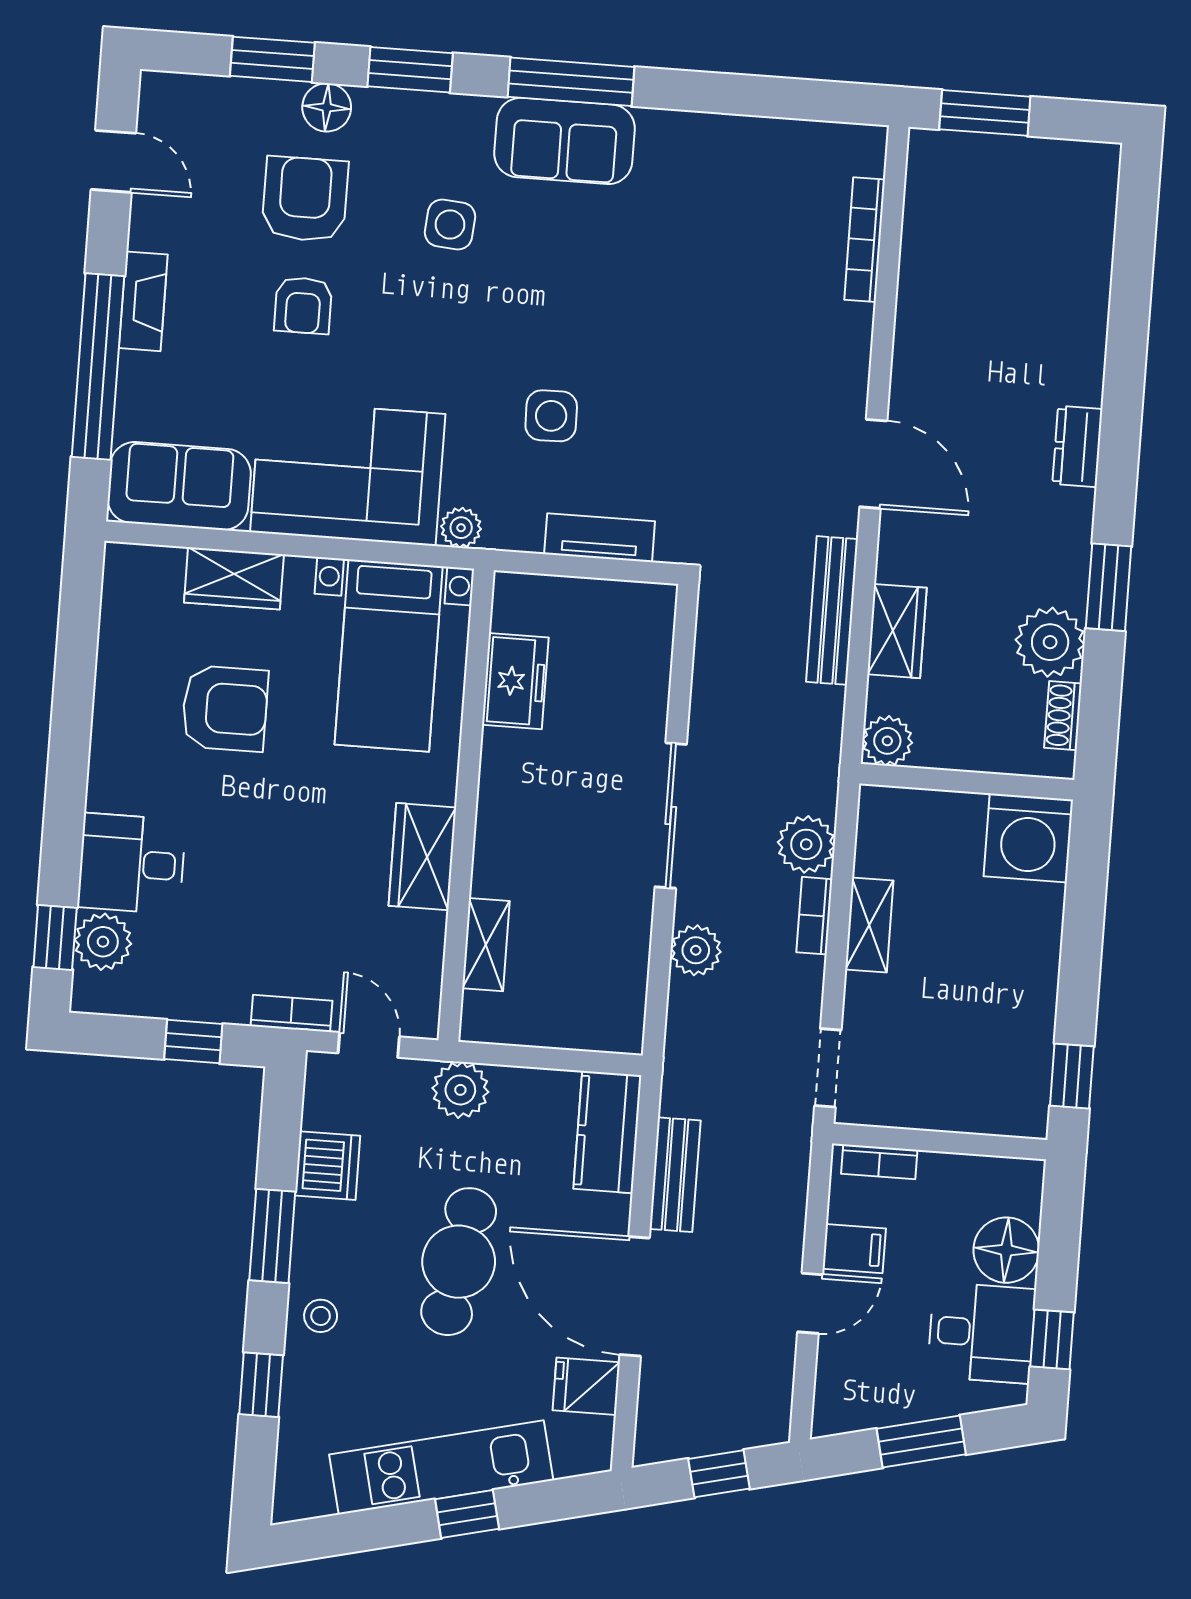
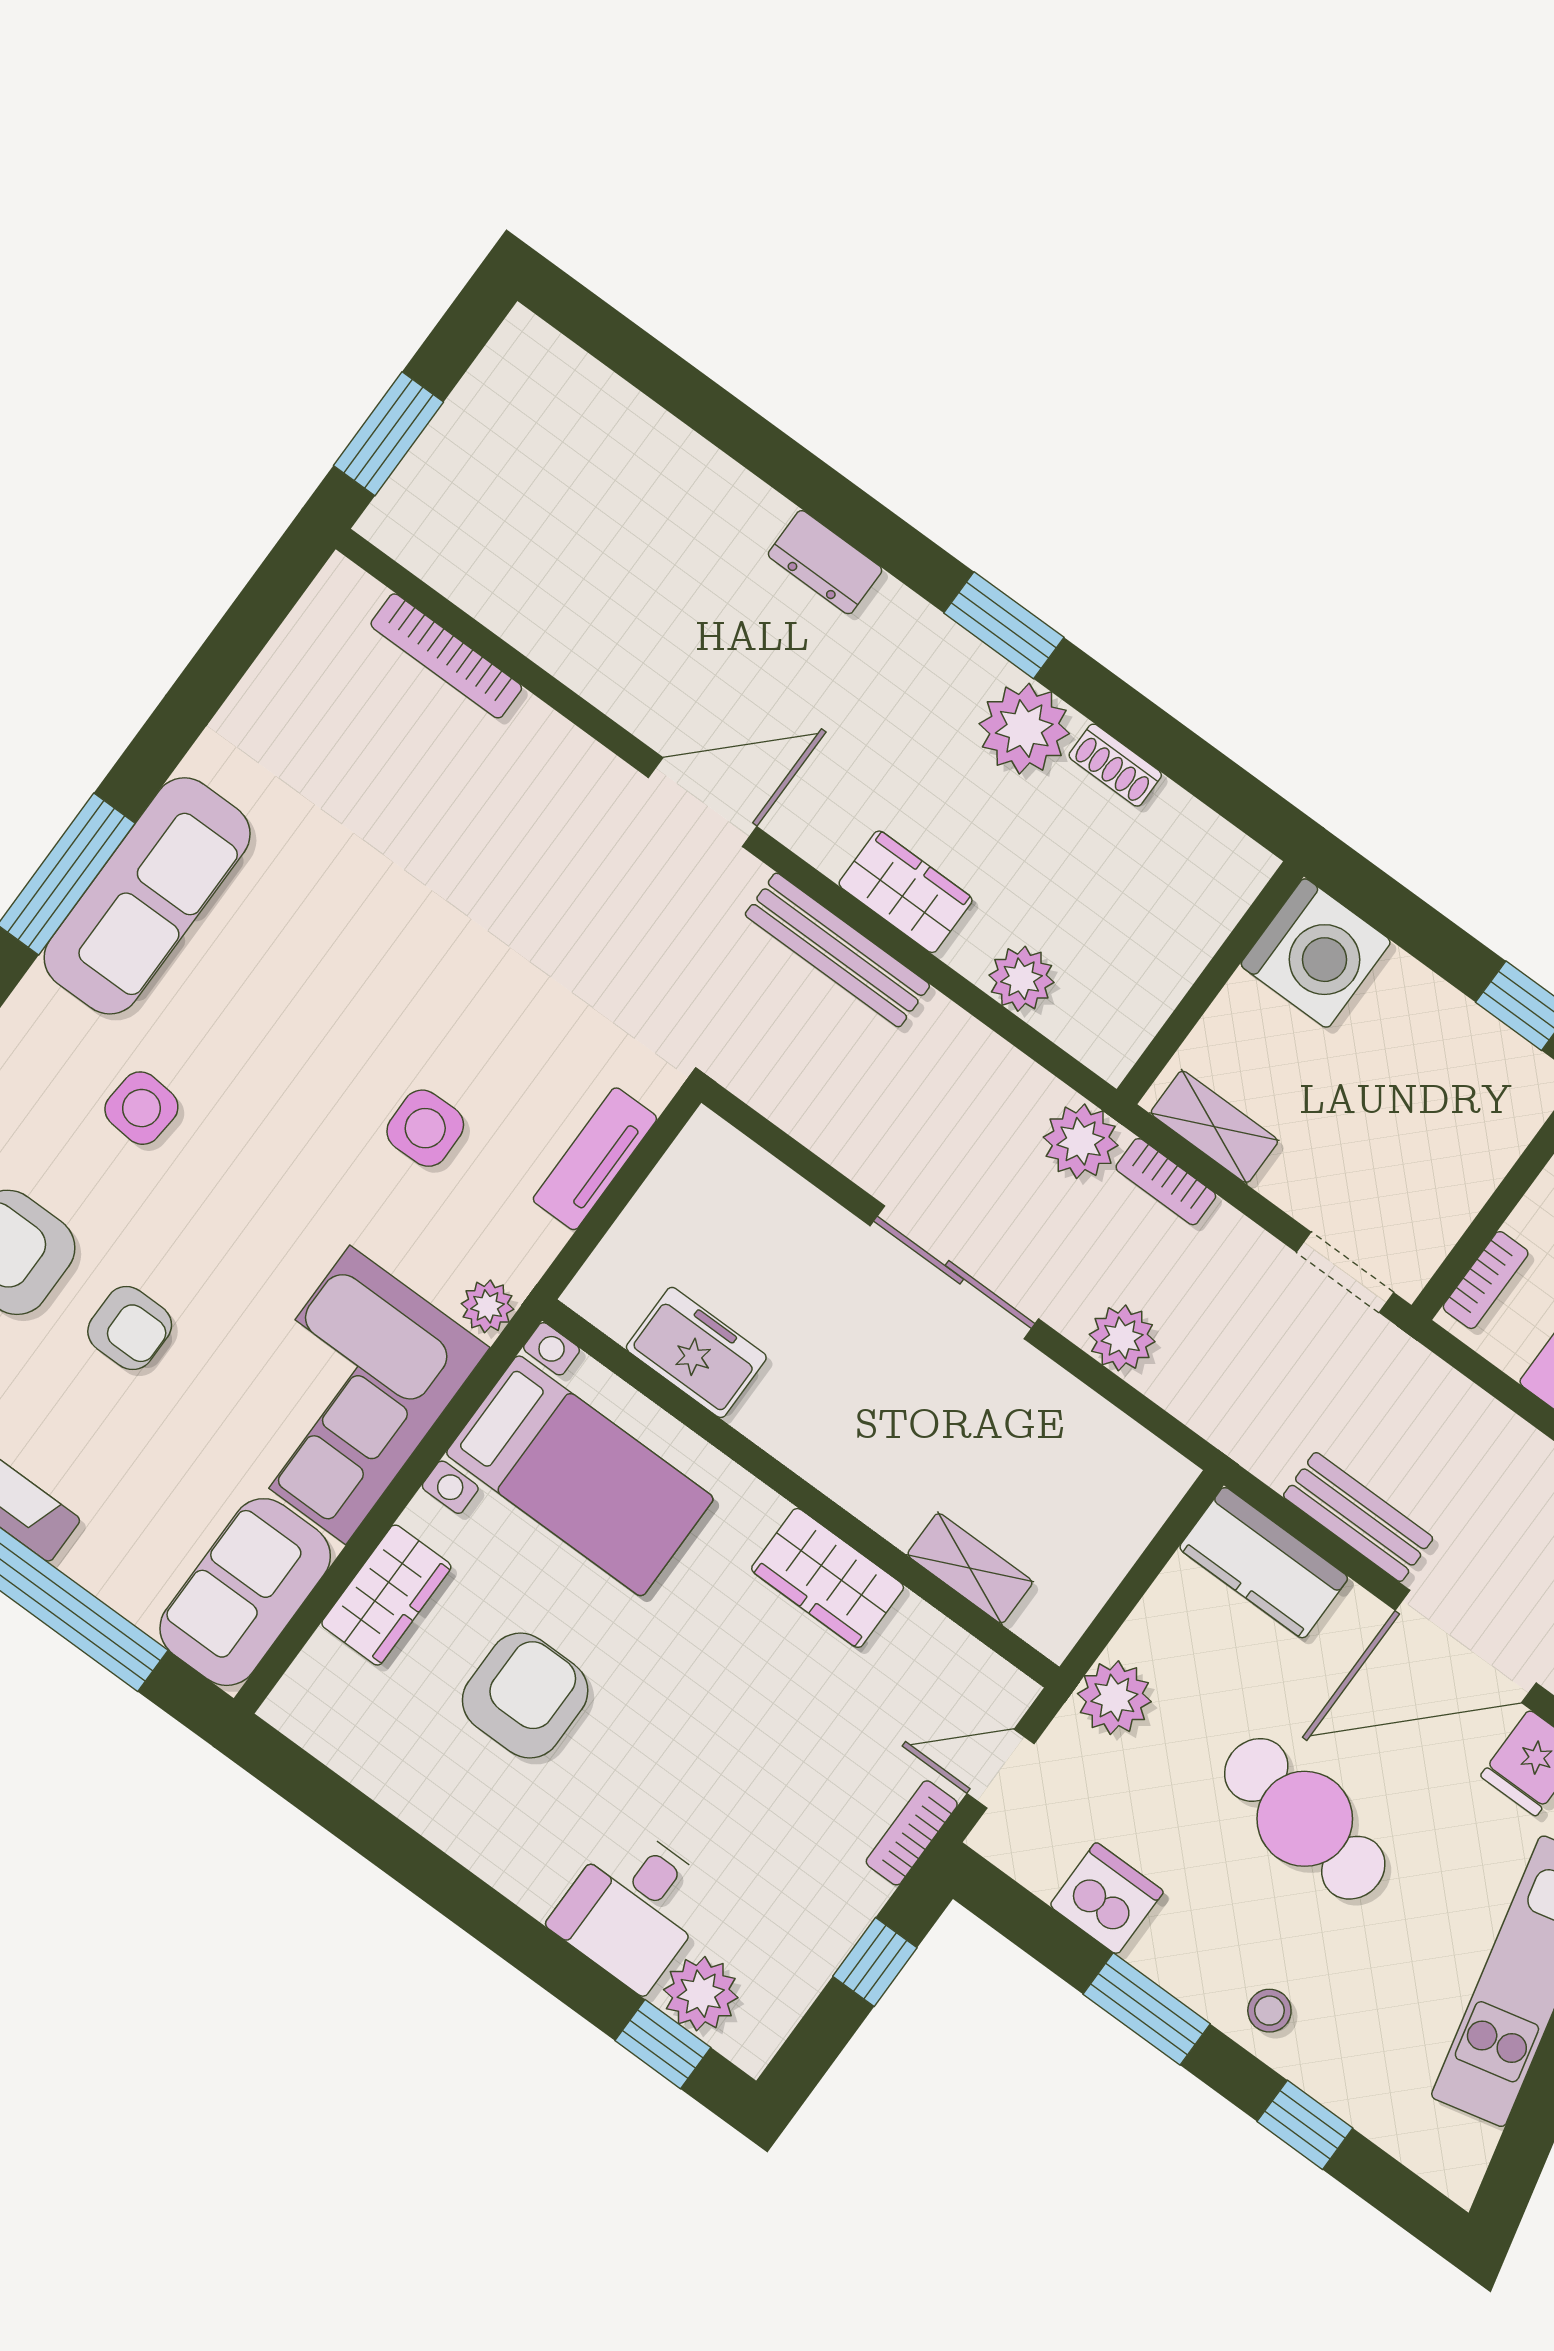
sofa: (565, 141) -> (147, 896), width x1.36
wall: (967, 782) -> (1210, 983), moved
washing machine: (1028, 838) -> (1316, 953), moved

